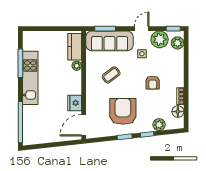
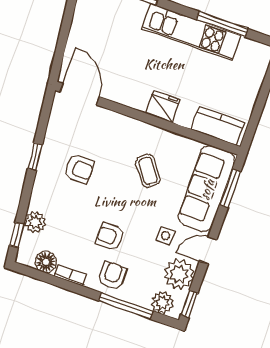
door: (142, 29) -> (208, 250), swing flipped
window: (186, 62) -> (126, 306), added
plant: (77, 66) -> (184, 118), removed
armchair: (173, 74) -> (112, 276), added
fridge: (75, 103) -> (163, 106), moved
armchair: (123, 111) -> (79, 169), width x0.53, depth x0.53
window: (147, 134) -> (17, 235), moved

